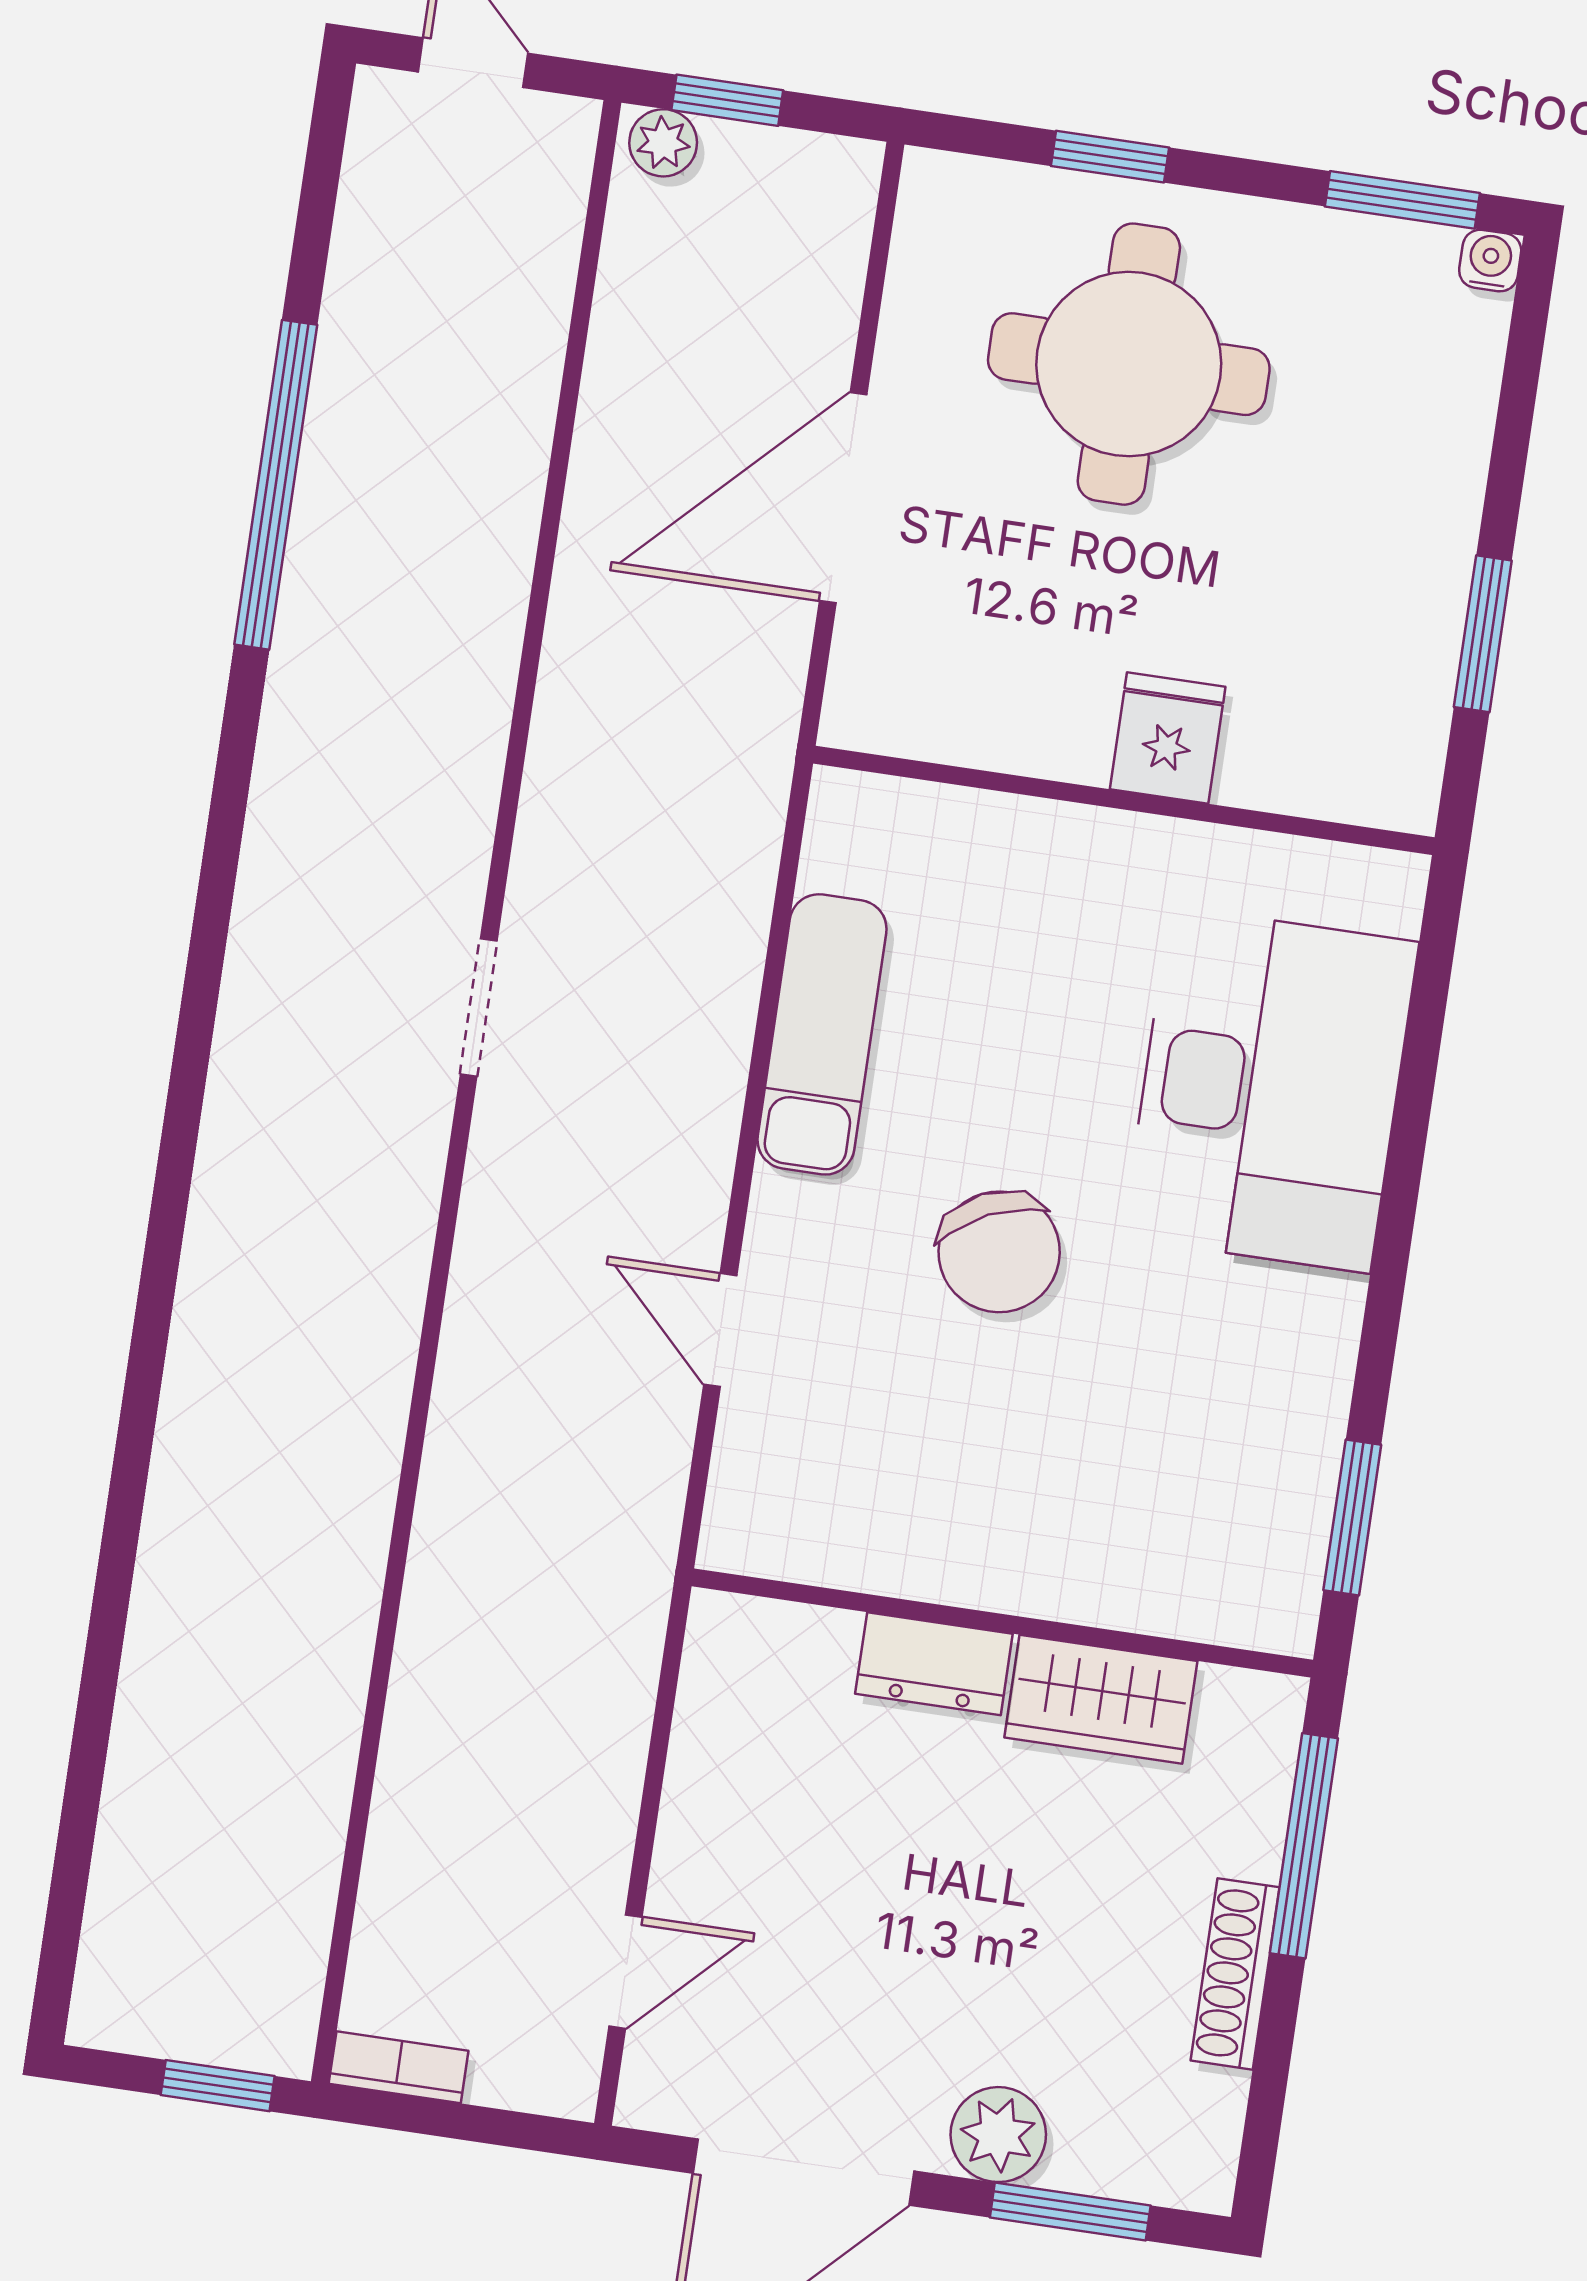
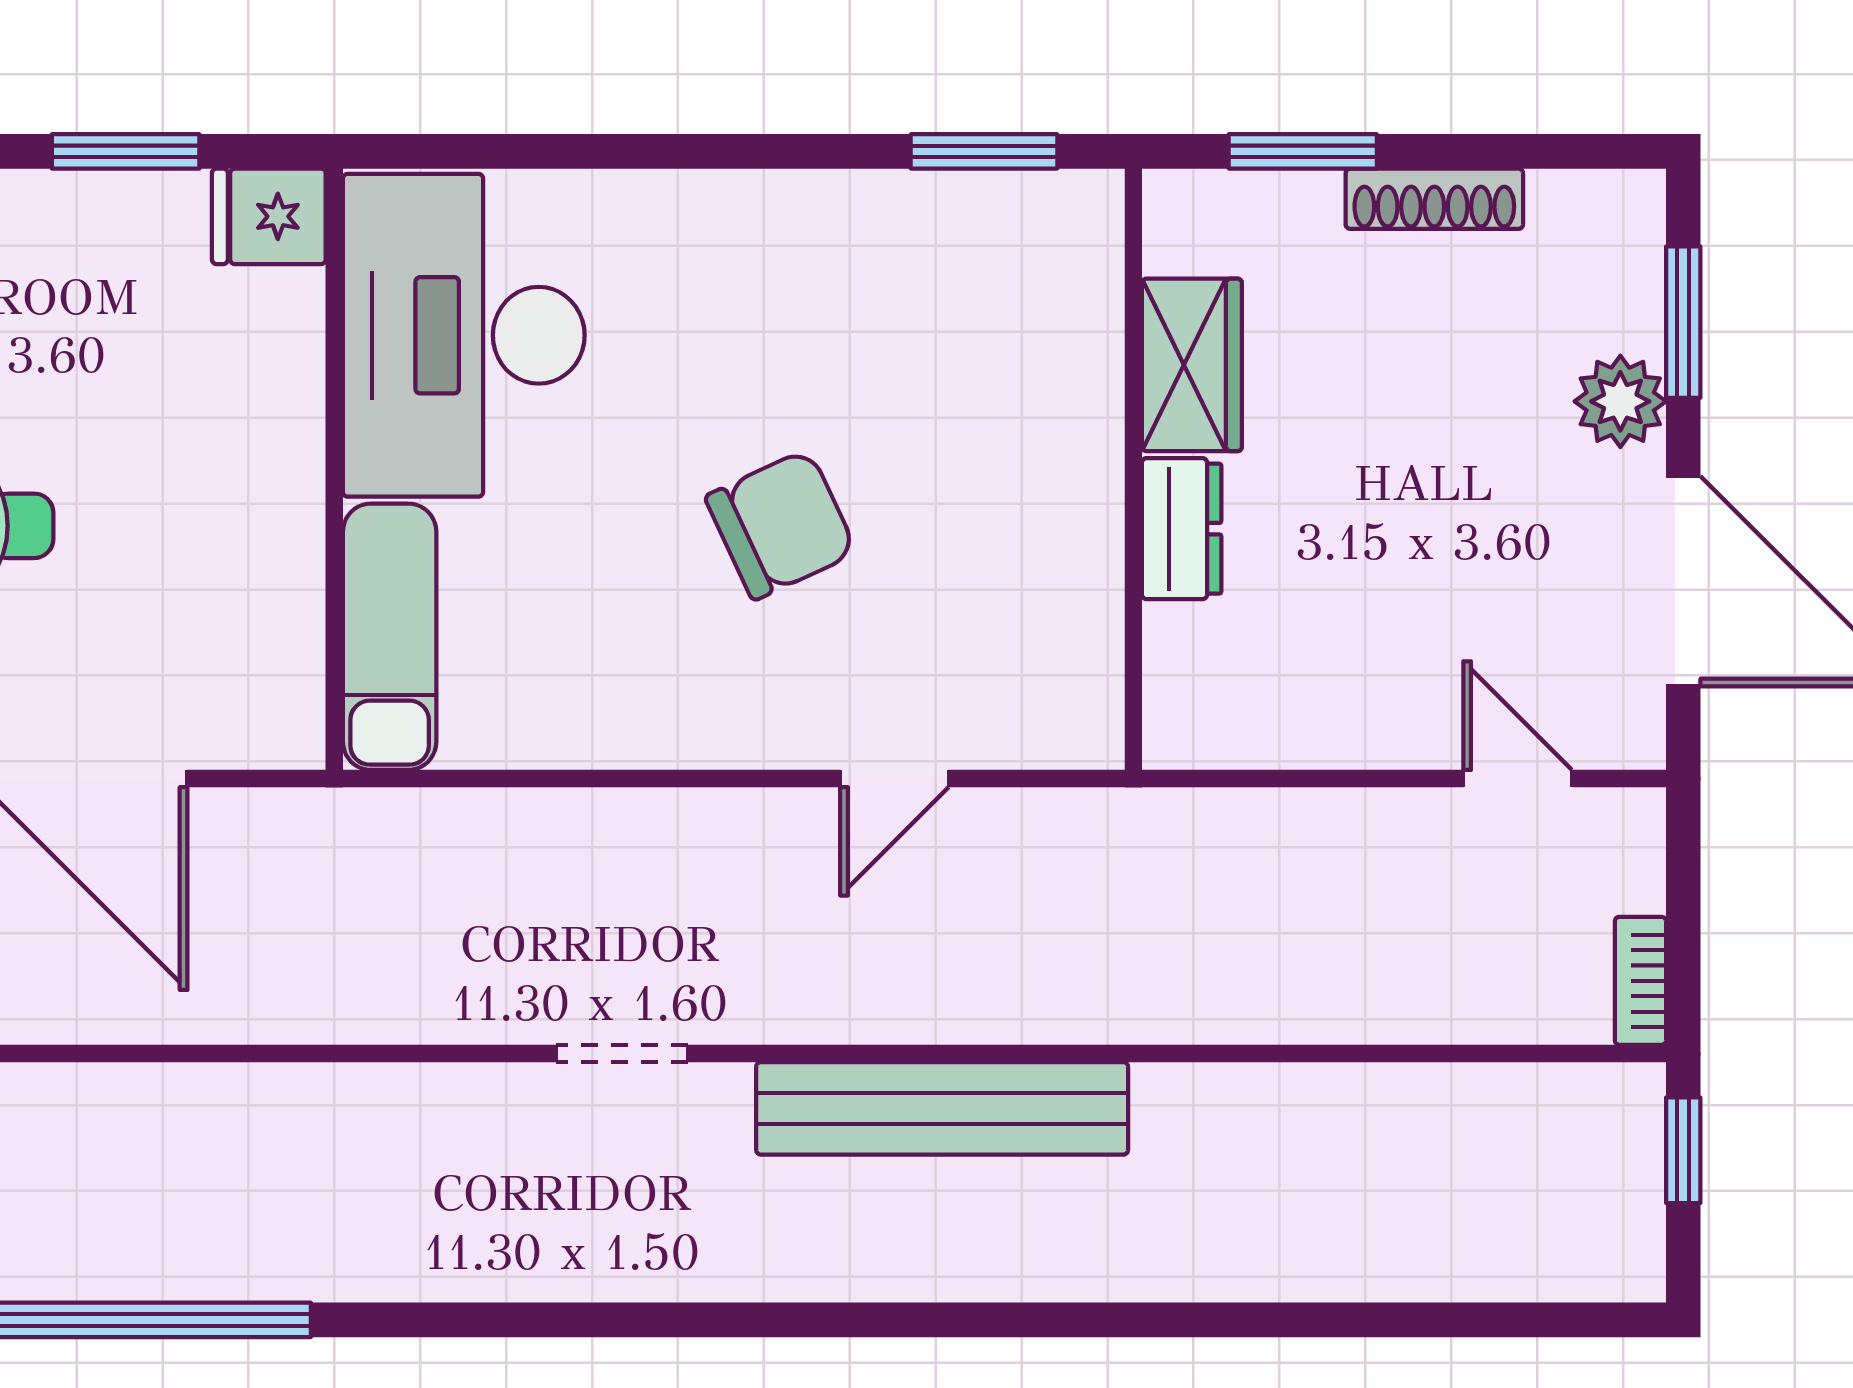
fridge: (1168, 738) -> (269, 216), moved
exam couch: (822, 1034) -> (390, 637), moved, turned 90
desk: (1270, 1090) -> (464, 335), moved, turned -90
bench: (373, 1329) -> (942, 1108), added
window: (1304, 1846) -> (1303, 151), width x0.69

